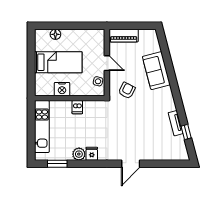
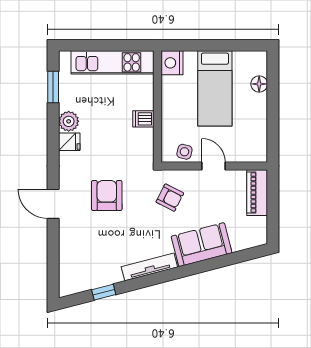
door: (107, 63) -> (213, 166), swing flipped
nightstand: (62, 89) -> (172, 63), moved
tv unit: (176, 123) -> (149, 267), moved, width x1.41
armchair: (125, 130) -> (107, 196), added

